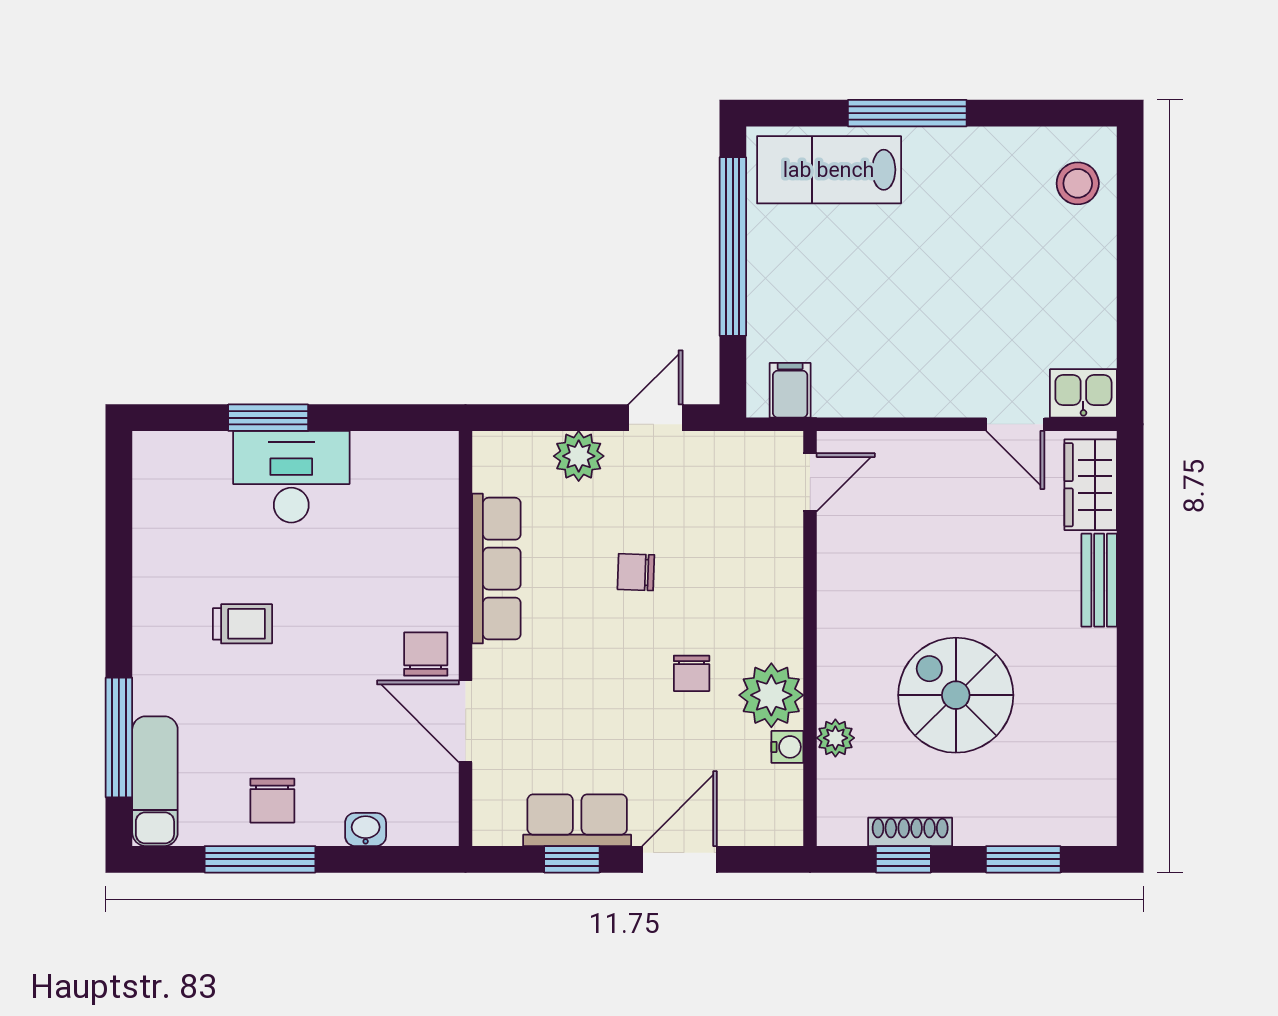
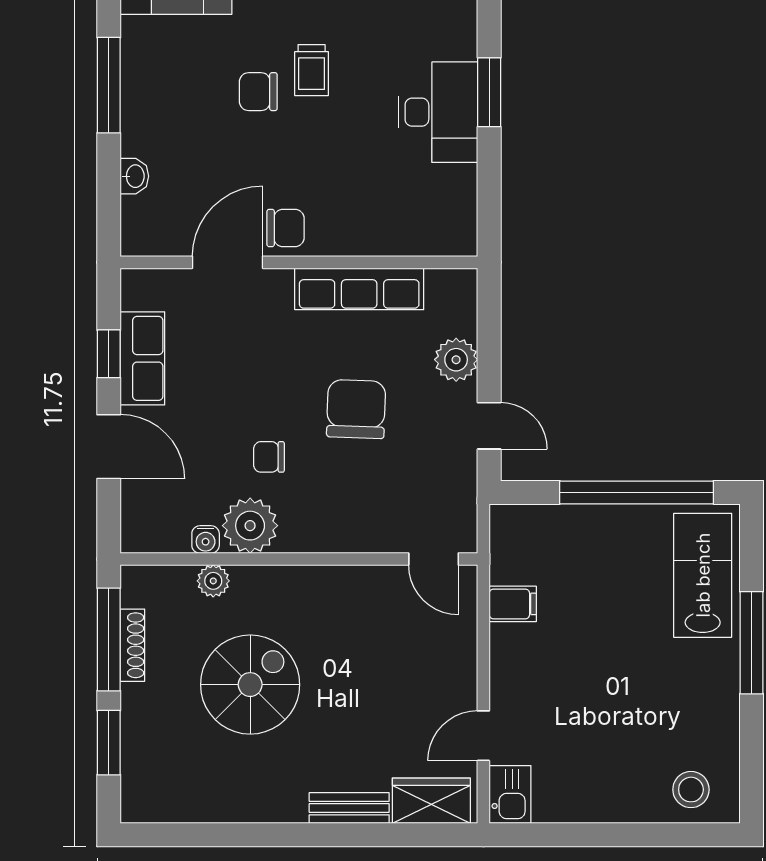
filing cabinet: (790, 390) -> (513, 604), moved
chair: (636, 572) -> (356, 409), width x1.87, depth x1.87
chair: (272, 801) -> (258, 92), moved
window: (903, 859) -> (109, 639), width x2.17

